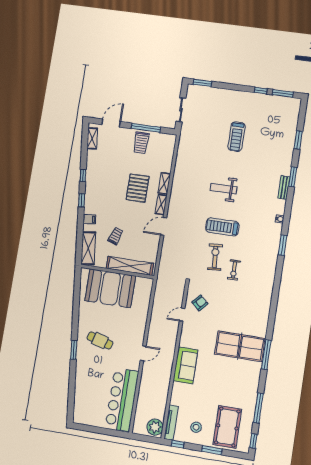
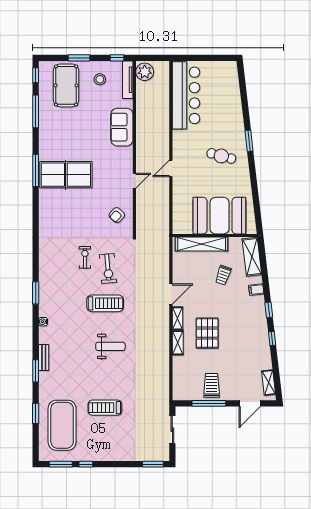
exercise mat: (276, 127) -> (62, 425), added
treadmill: (236, 137) -> (105, 408), turned -90
door: (182, 315) -> (134, 181), moved
door: (143, 353) -> (171, 168), moved
sofa: (185, 365) -> (122, 127), moved

